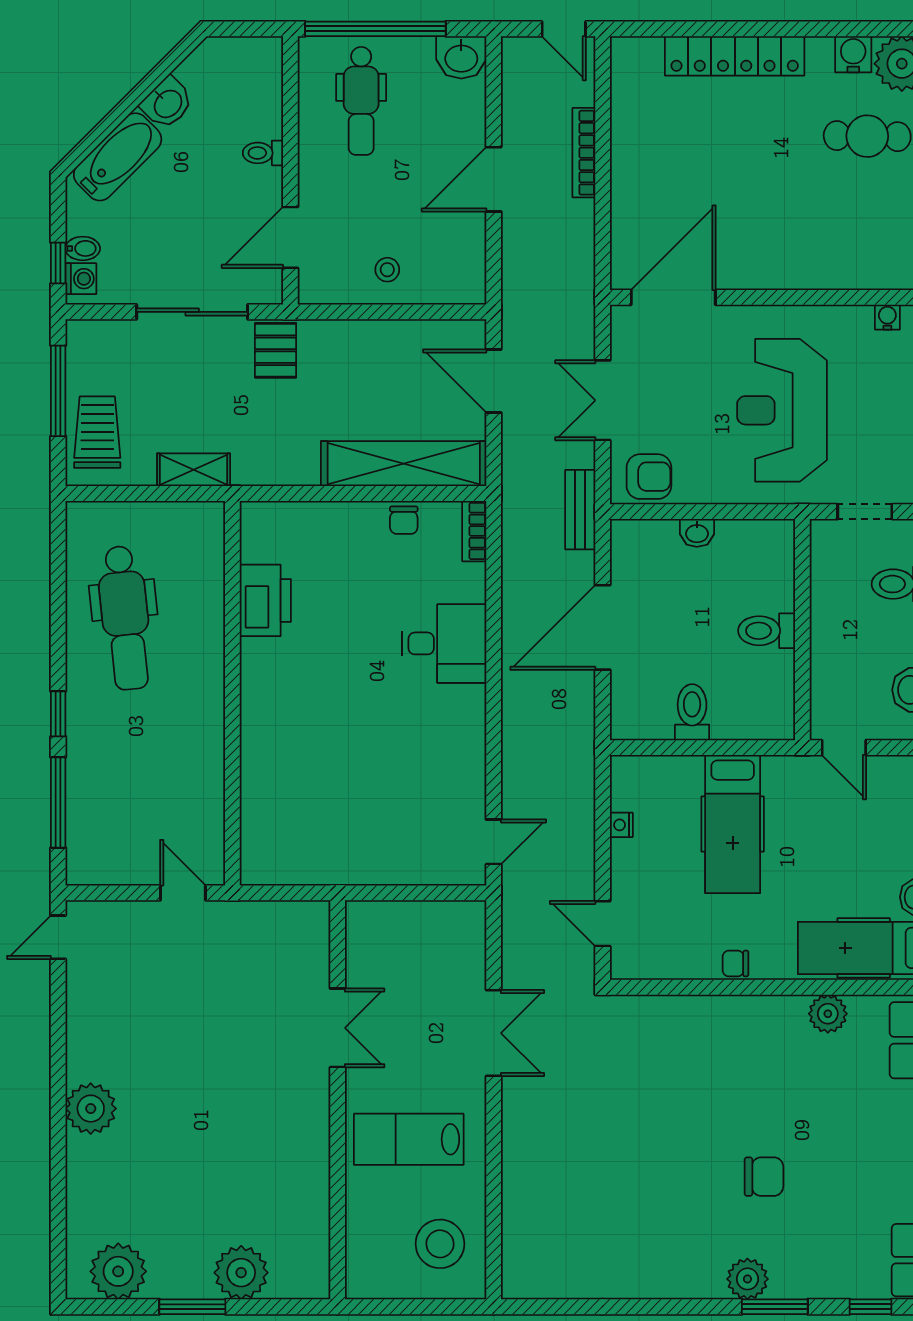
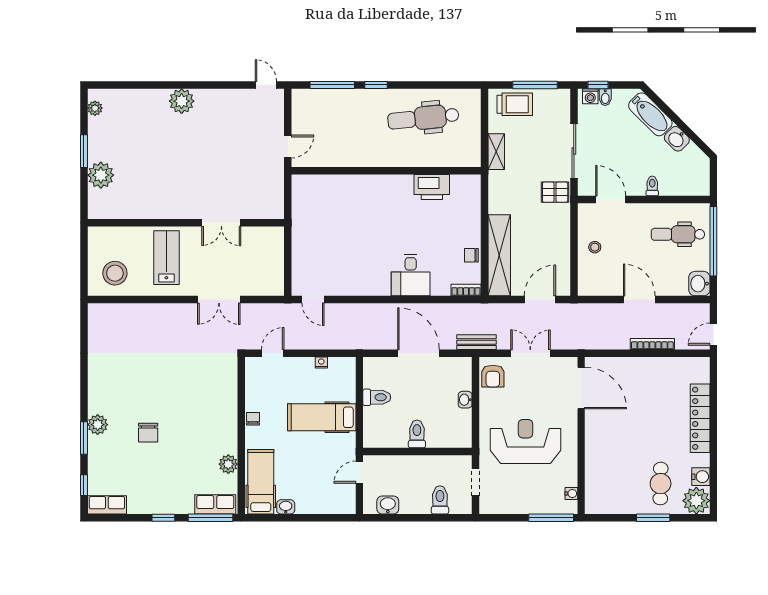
plant: (118, 1271) -> (95, 108), width x0.53, depth x0.53

